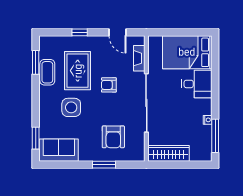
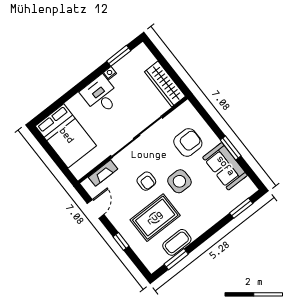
desk: (197, 84) -> (101, 95), moved
side table: (71, 107) -> (179, 181), moved
window: (215, 136) -> (119, 56), width x0.69
sofa: (59, 150) -> (225, 166), moved
window: (104, 165) -> (231, 148), moved

